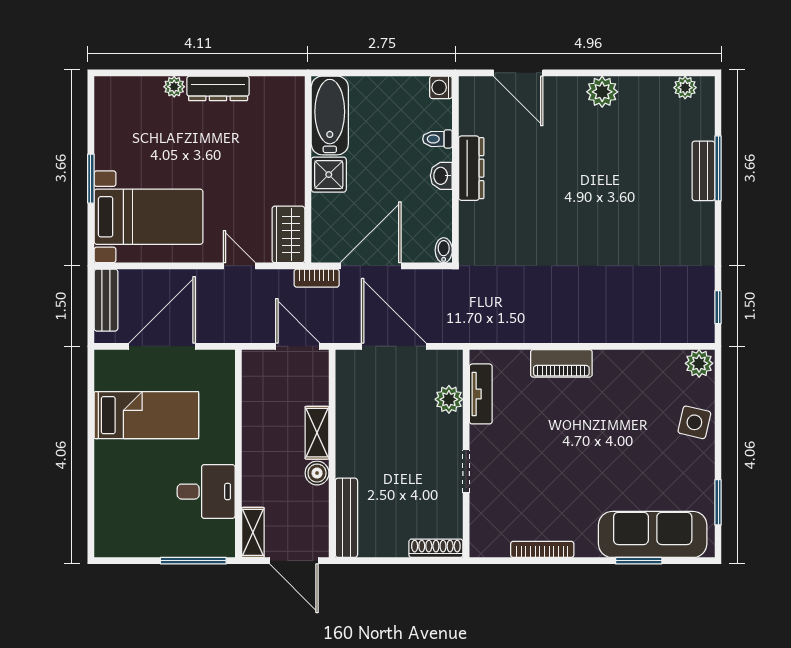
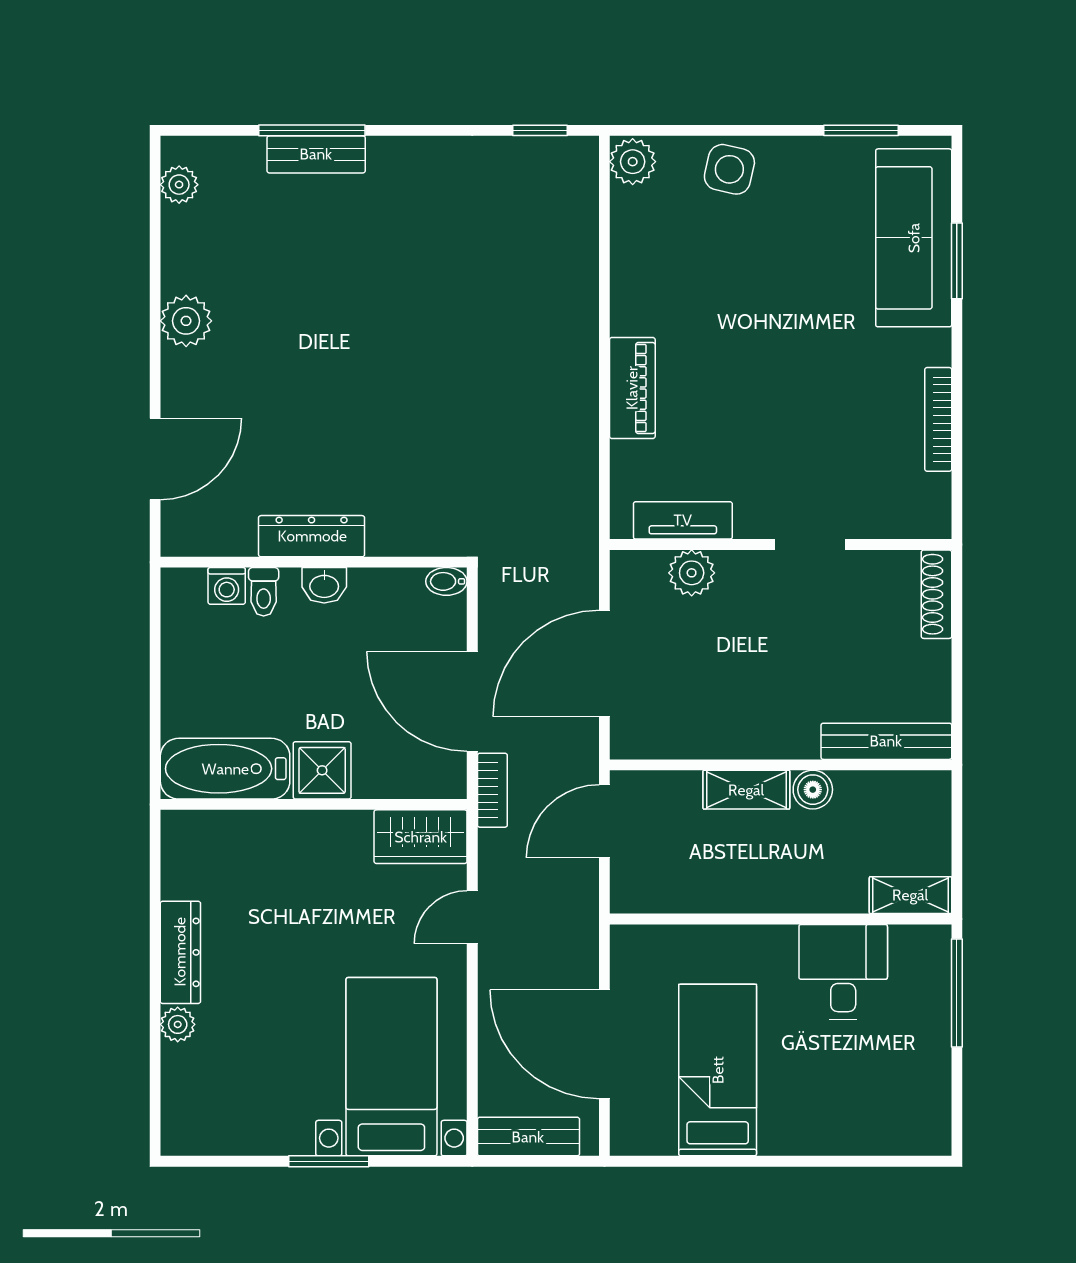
washing machine: (441, 87) -> (227, 586), moved
door: (294, 561) -> (957, 828), removed

